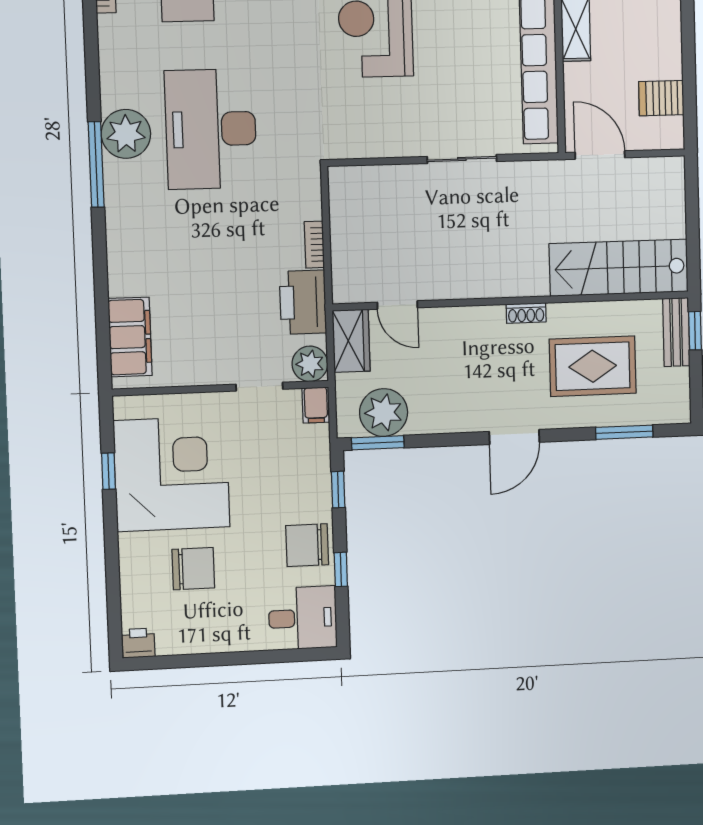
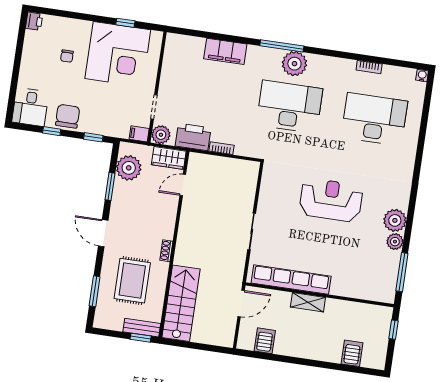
filing cabinet: (130, 337) -> (225, 51), moved
window: (378, 443) -> (110, 186), moved
chair: (193, 569) -> (67, 56), width x0.54, depth x0.54

